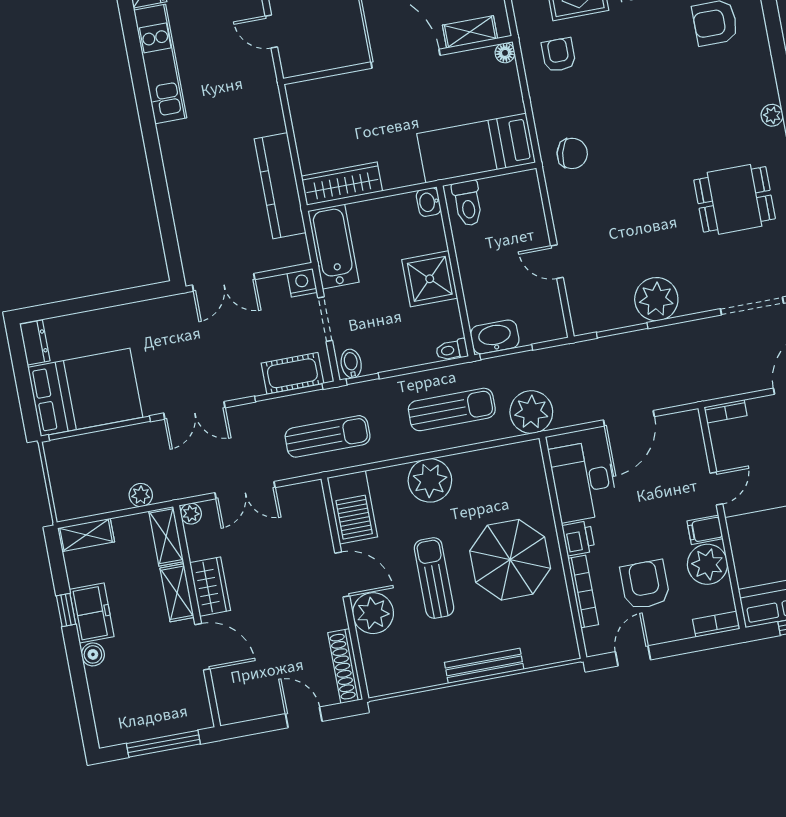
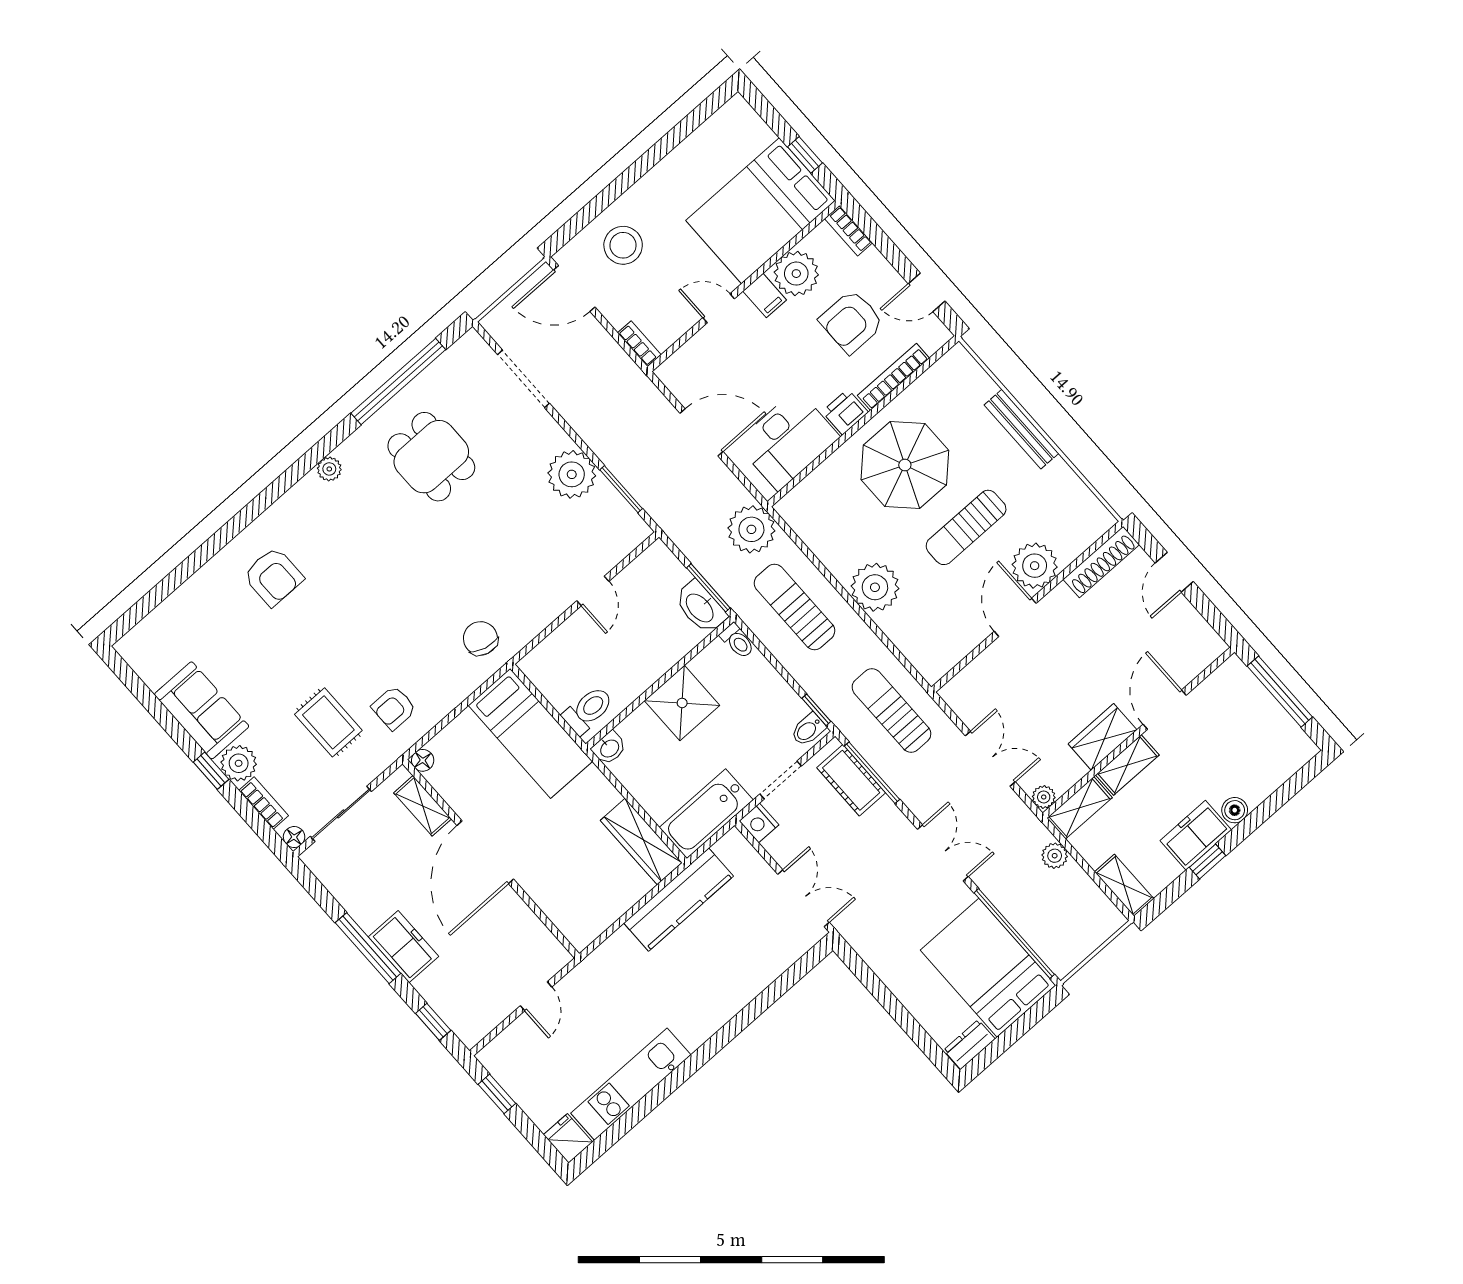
barbecue: (352, 507) -> (945, 646), removed

